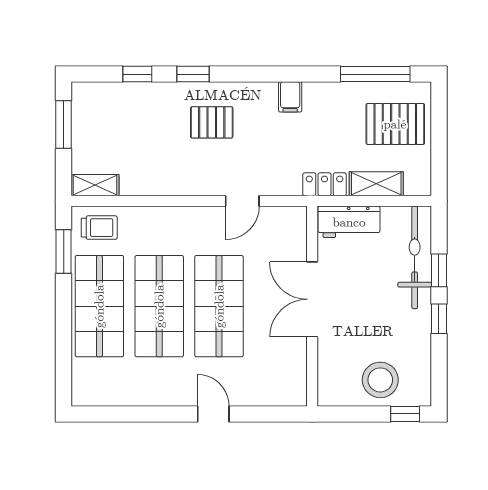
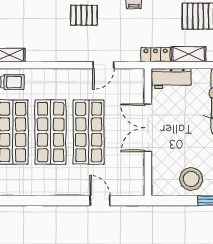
door: (213, 414) -> (100, 201), moved

